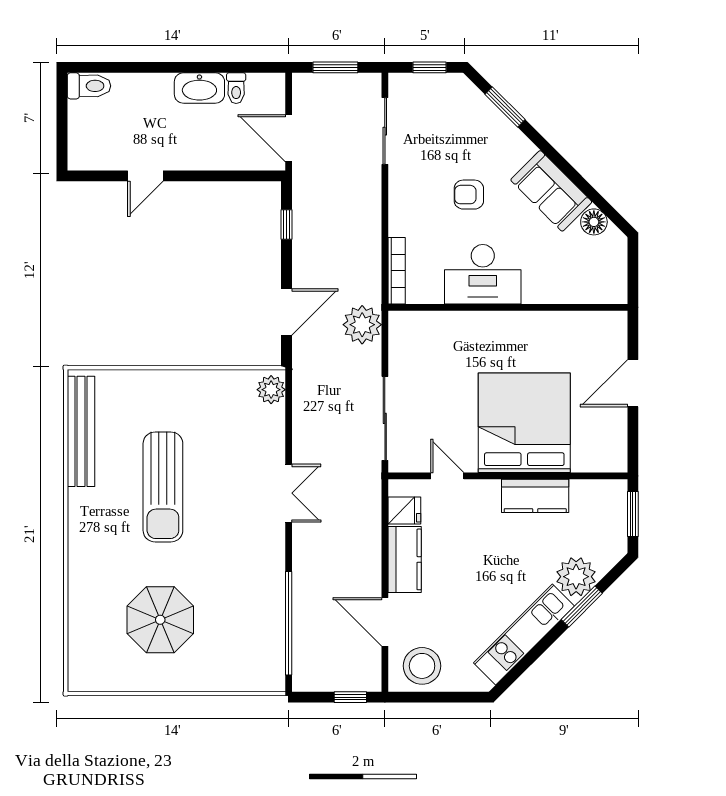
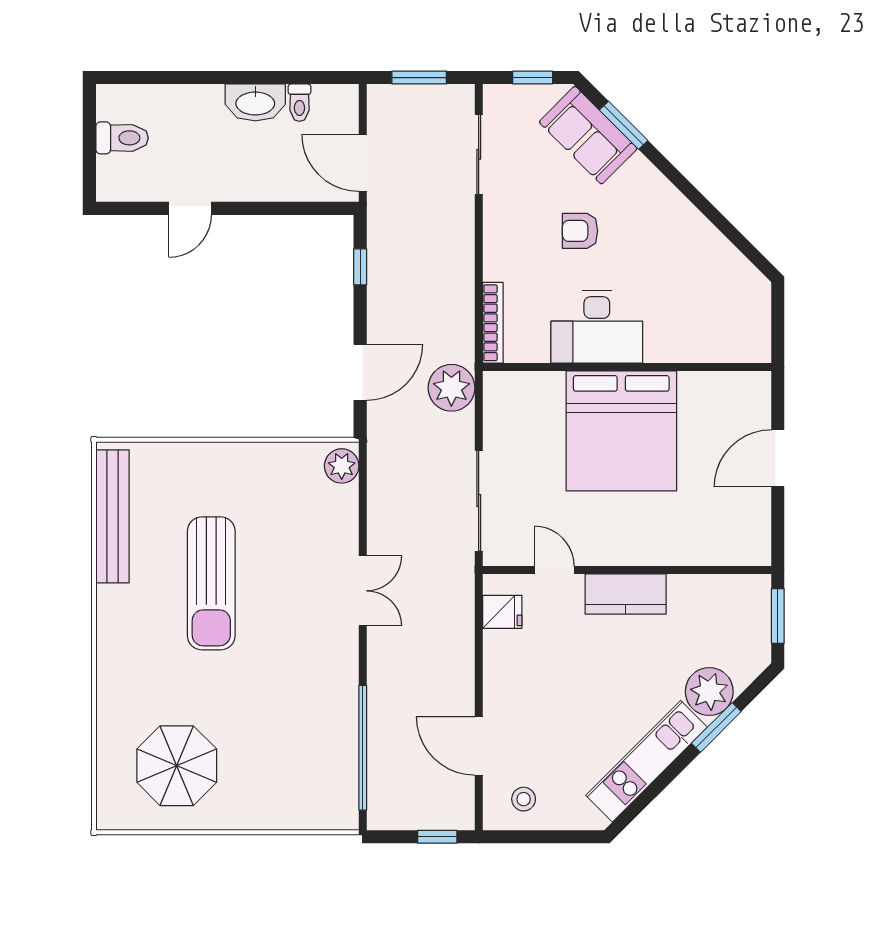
toilet: (89, 86) -> (122, 138), moved
sofa: (551, 191) -> (588, 135), moved
floor lamp: (594, 222) -> (731, 264), removed
bed: (524, 423) -> (621, 431), moved, turned 180
kitchen counter: (535, 496) -> (626, 594), moved
kitchen counter: (405, 559) -> (503, 671), removed
parasol: (160, 620) -> (177, 766), moved
stool: (422, 666) -> (524, 799), width x0.53, depth x0.53

